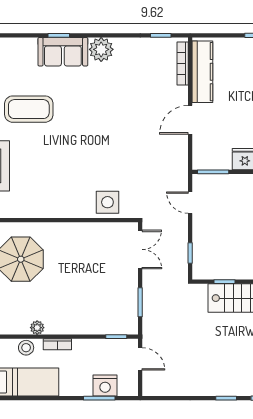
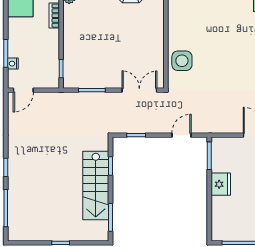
double door: (140, 249) -> (139, 90), swing flipped
door: (140, 359) -> (23, 90), moved
nightstand: (105, 386) -> (13, 64), width x0.53, depth x0.56

